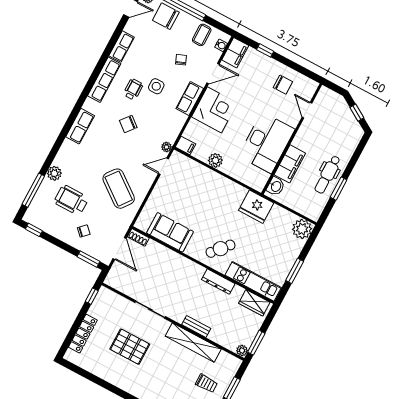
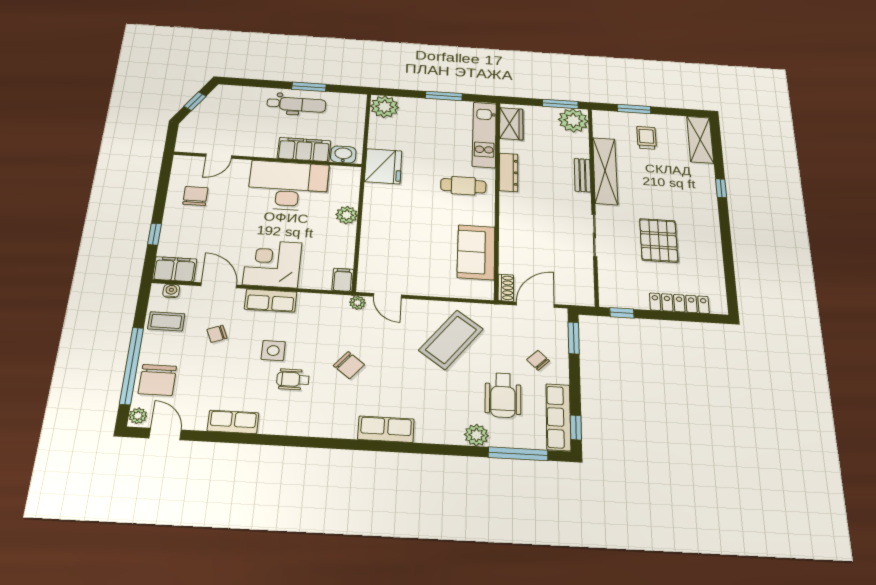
row of seats: (104, 80) -> (558, 417), moved, turned -90
plant: (215, 160) -> (347, 215), moved
cafe table: (221, 249) -> (463, 186), turned -41
plant: (242, 351) -> (573, 120), width x1.87, depth x1.87

